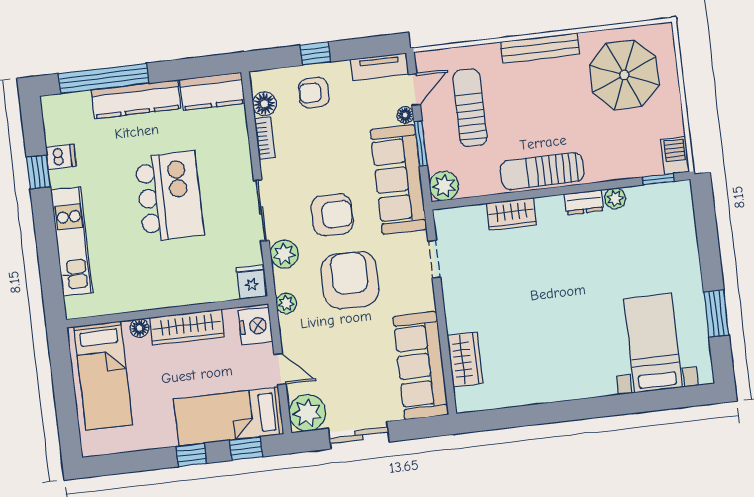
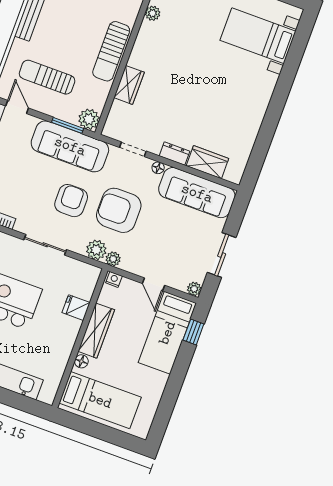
floor lamp: (405, 115) -> (158, 168), moved
window: (421, 144) -> (68, 125), moved
dresser: (584, 202) -> (175, 154), moved, turned -90
plant: (284, 254) -> (96, 250), moved
fridge: (251, 282) -> (76, 308), moved
nightstand: (255, 326) -> (114, 279), width x0.53, depth x0.56
door: (280, 369) -> (153, 284), swing flipped
plant: (307, 413) -> (194, 289), width x0.53, depth x0.53
window: (191, 455) -> (180, 369), removed

